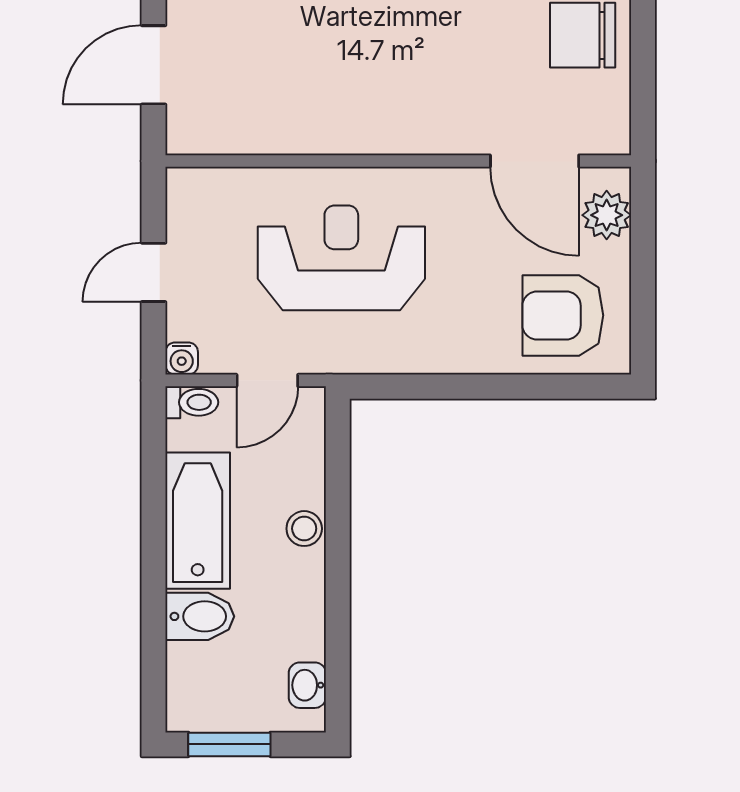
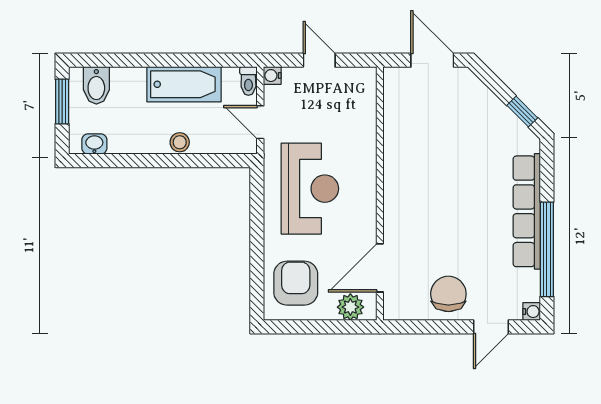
reception desk: (341, 258) -> (310, 189), moved
bidet: (200, 616) -> (96, 85), moved

